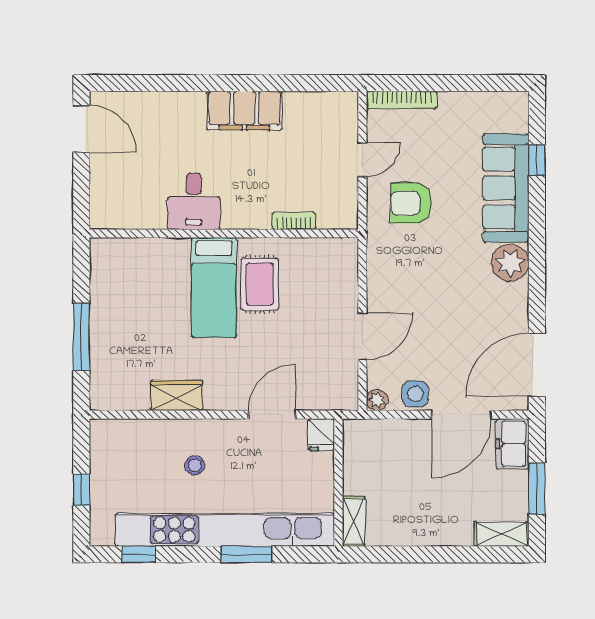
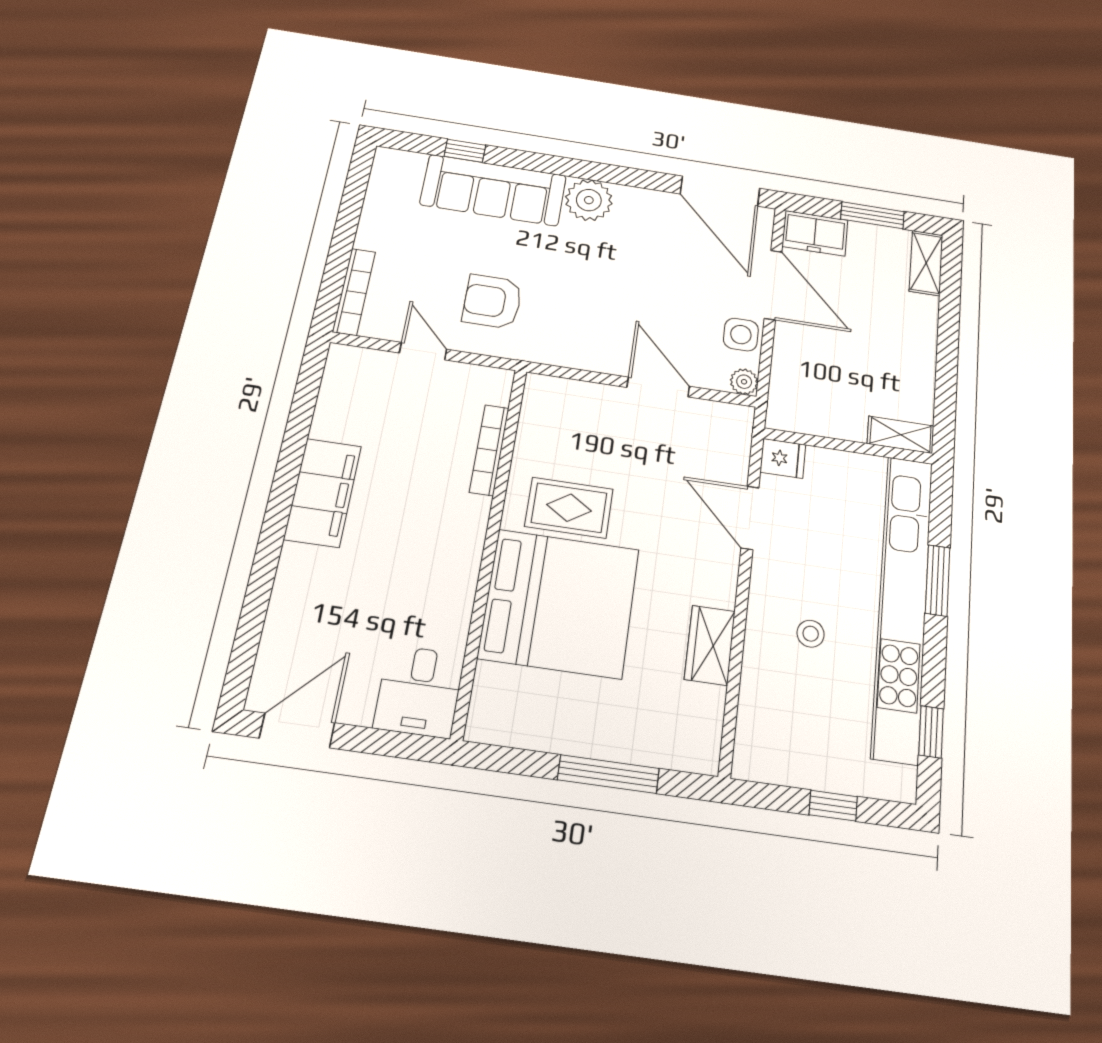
desk: (194, 201) -> (419, 691), moved, turned 90
armchair: (411, 203) -> (492, 301), turned 90
bookcase: (294, 221) -> (489, 450), width x1.56
bed: (214, 288) -> (559, 603), width x2.04

